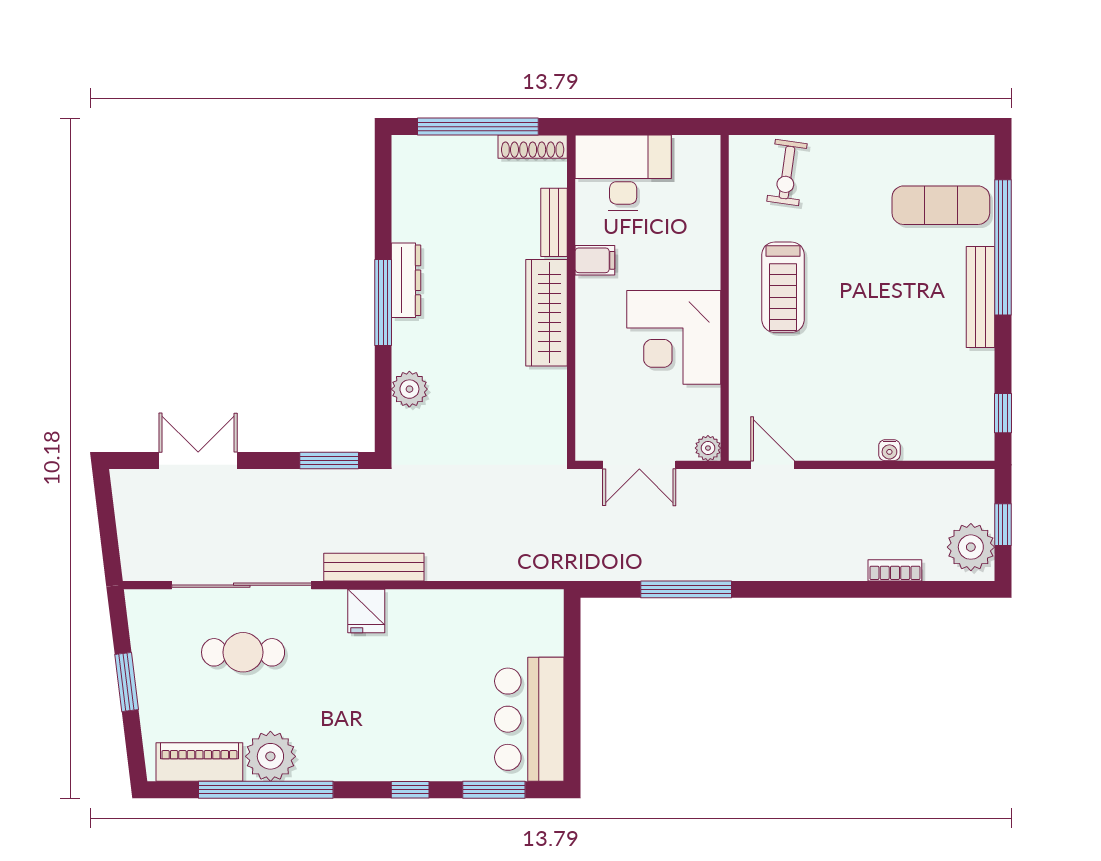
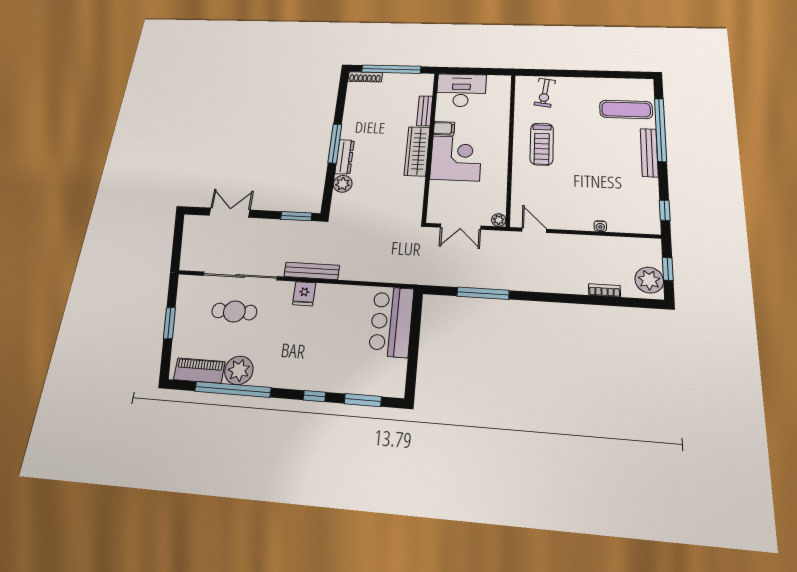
shoe rack: (533, 147) -> (365, 77), moved
dresser: (406, 280) -> (345, 157), moved
corner desk: (674, 337) -> (456, 158), moved, turned 180
bar counter: (529, 719) -> (391, 322), moved

